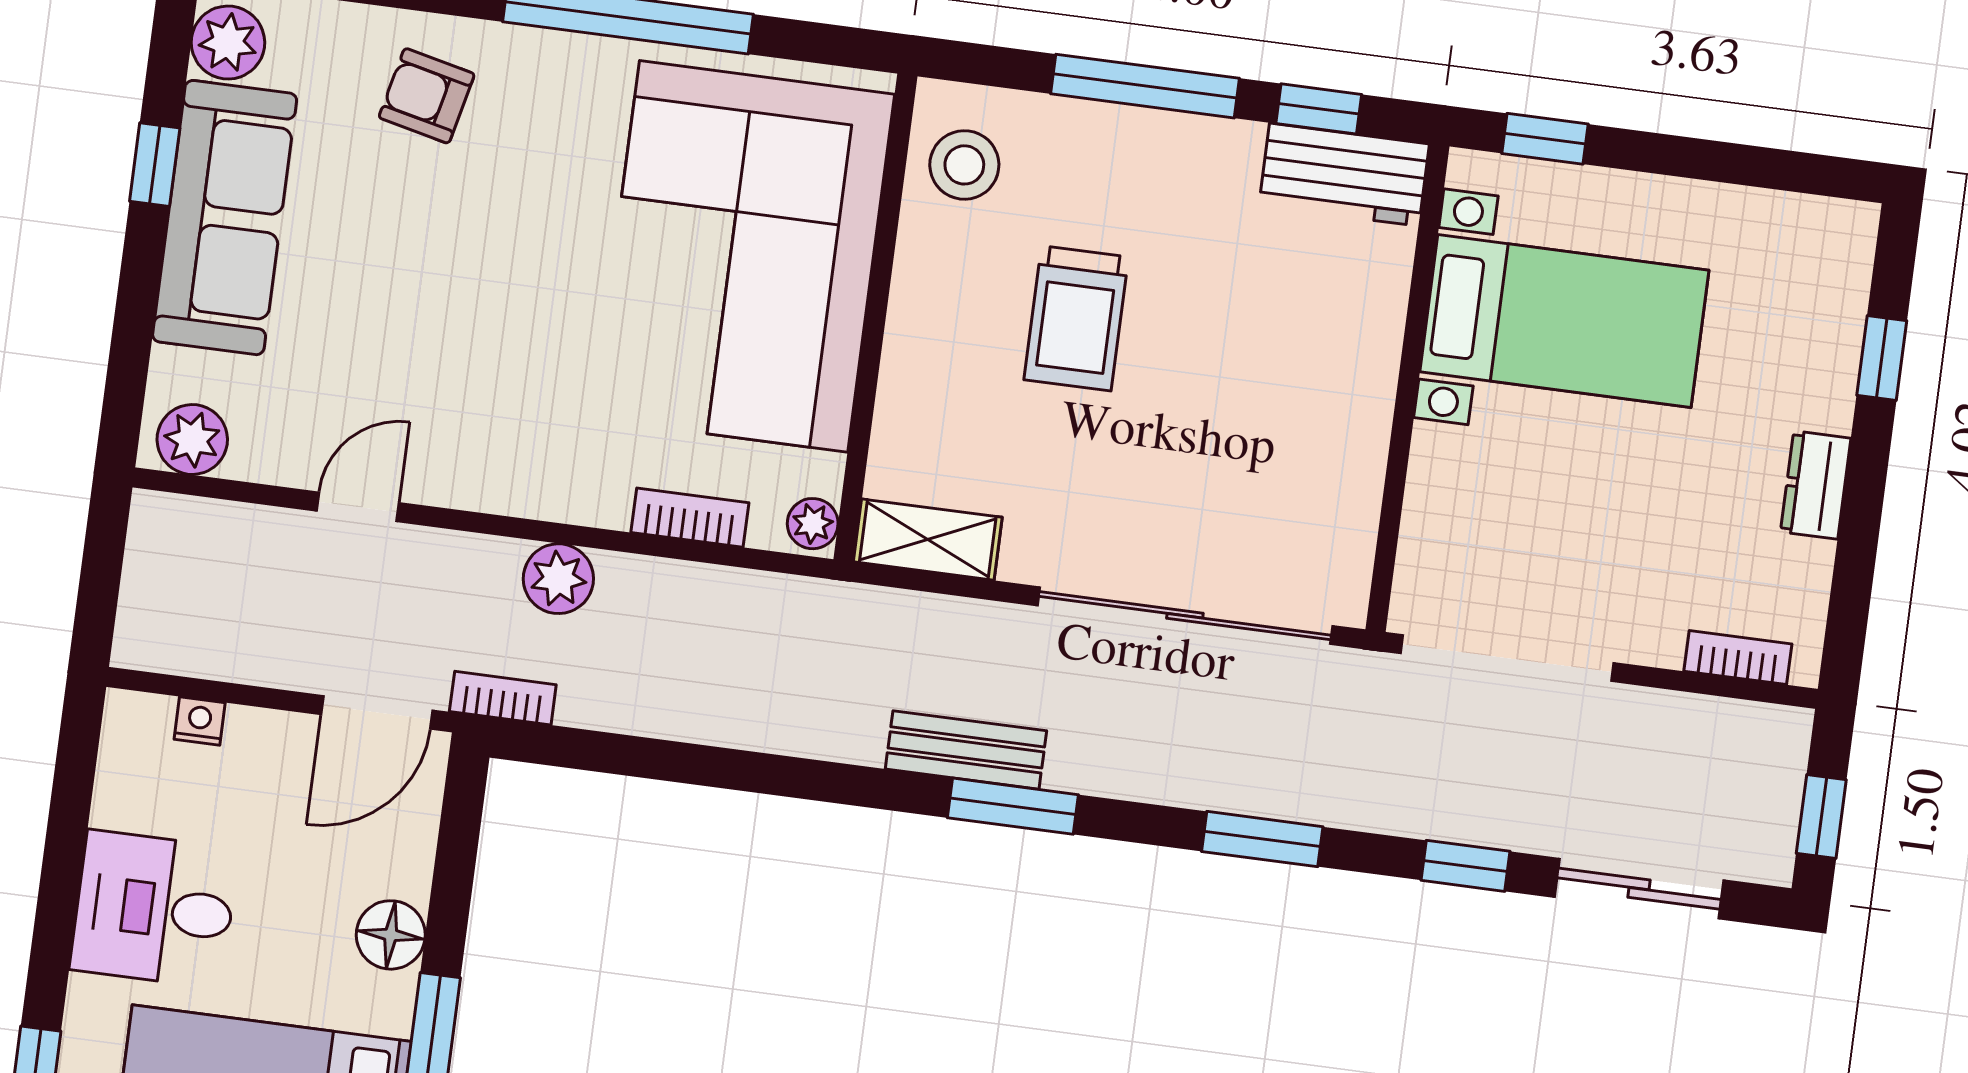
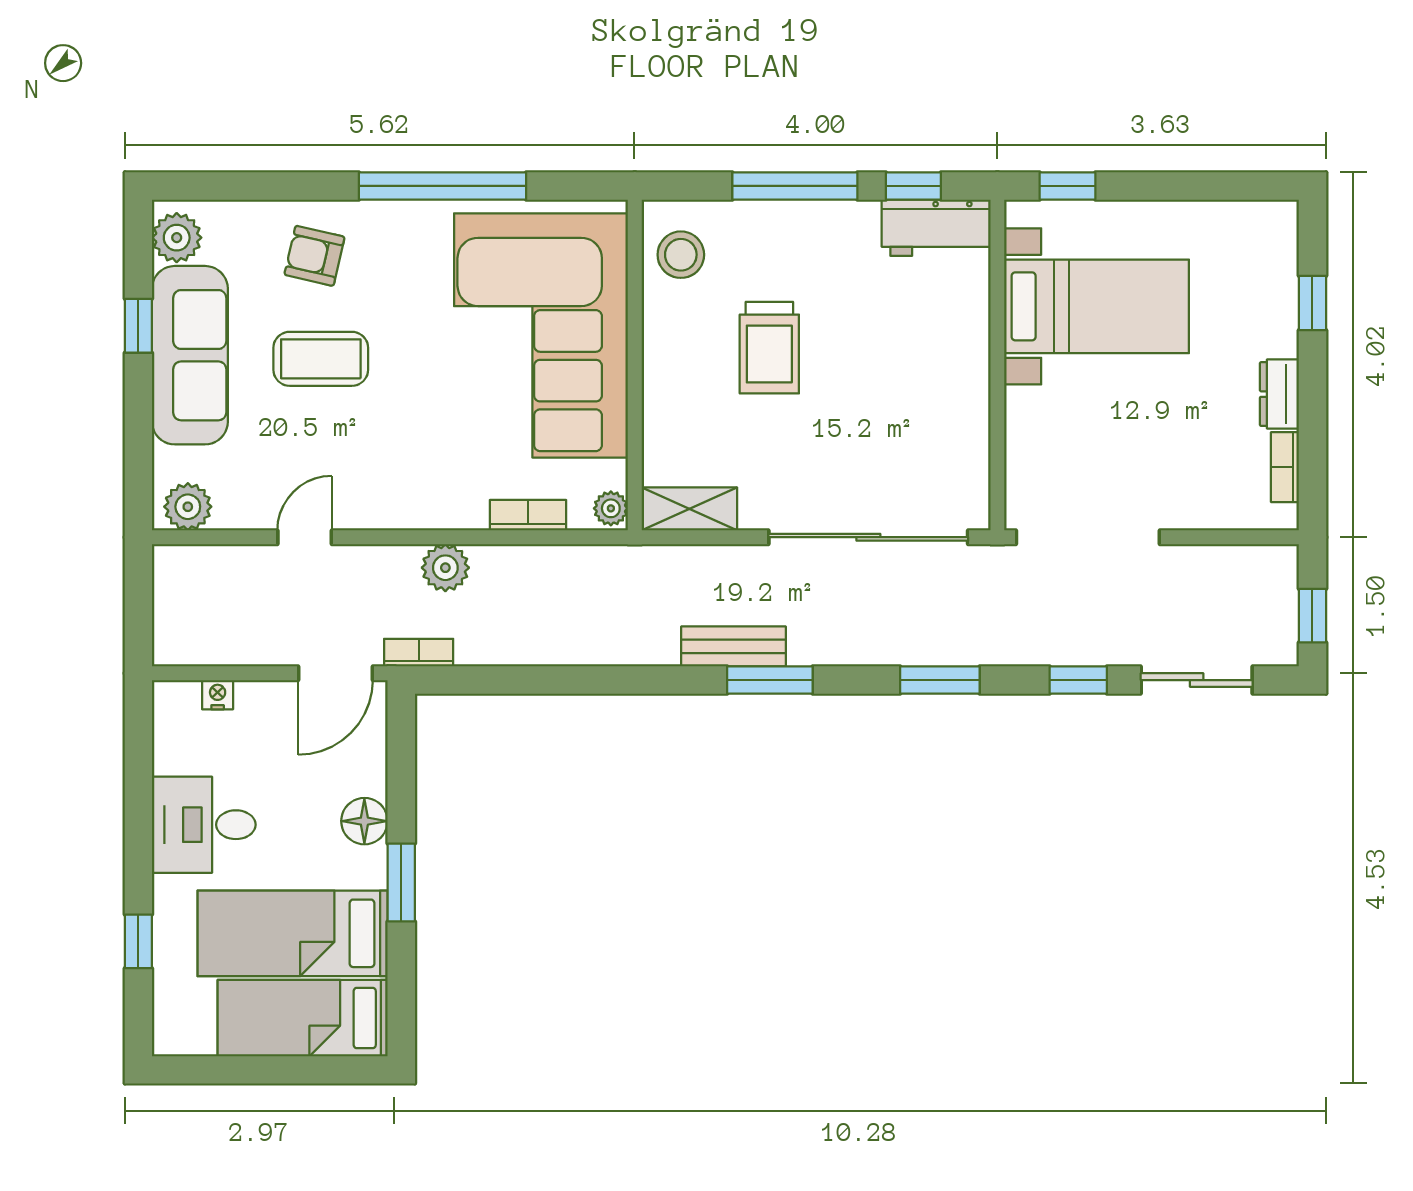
coffee table: (416, 248) -> (321, 359), added
bookcase: (1738, 658) -> (1285, 467), moved, turned -90

